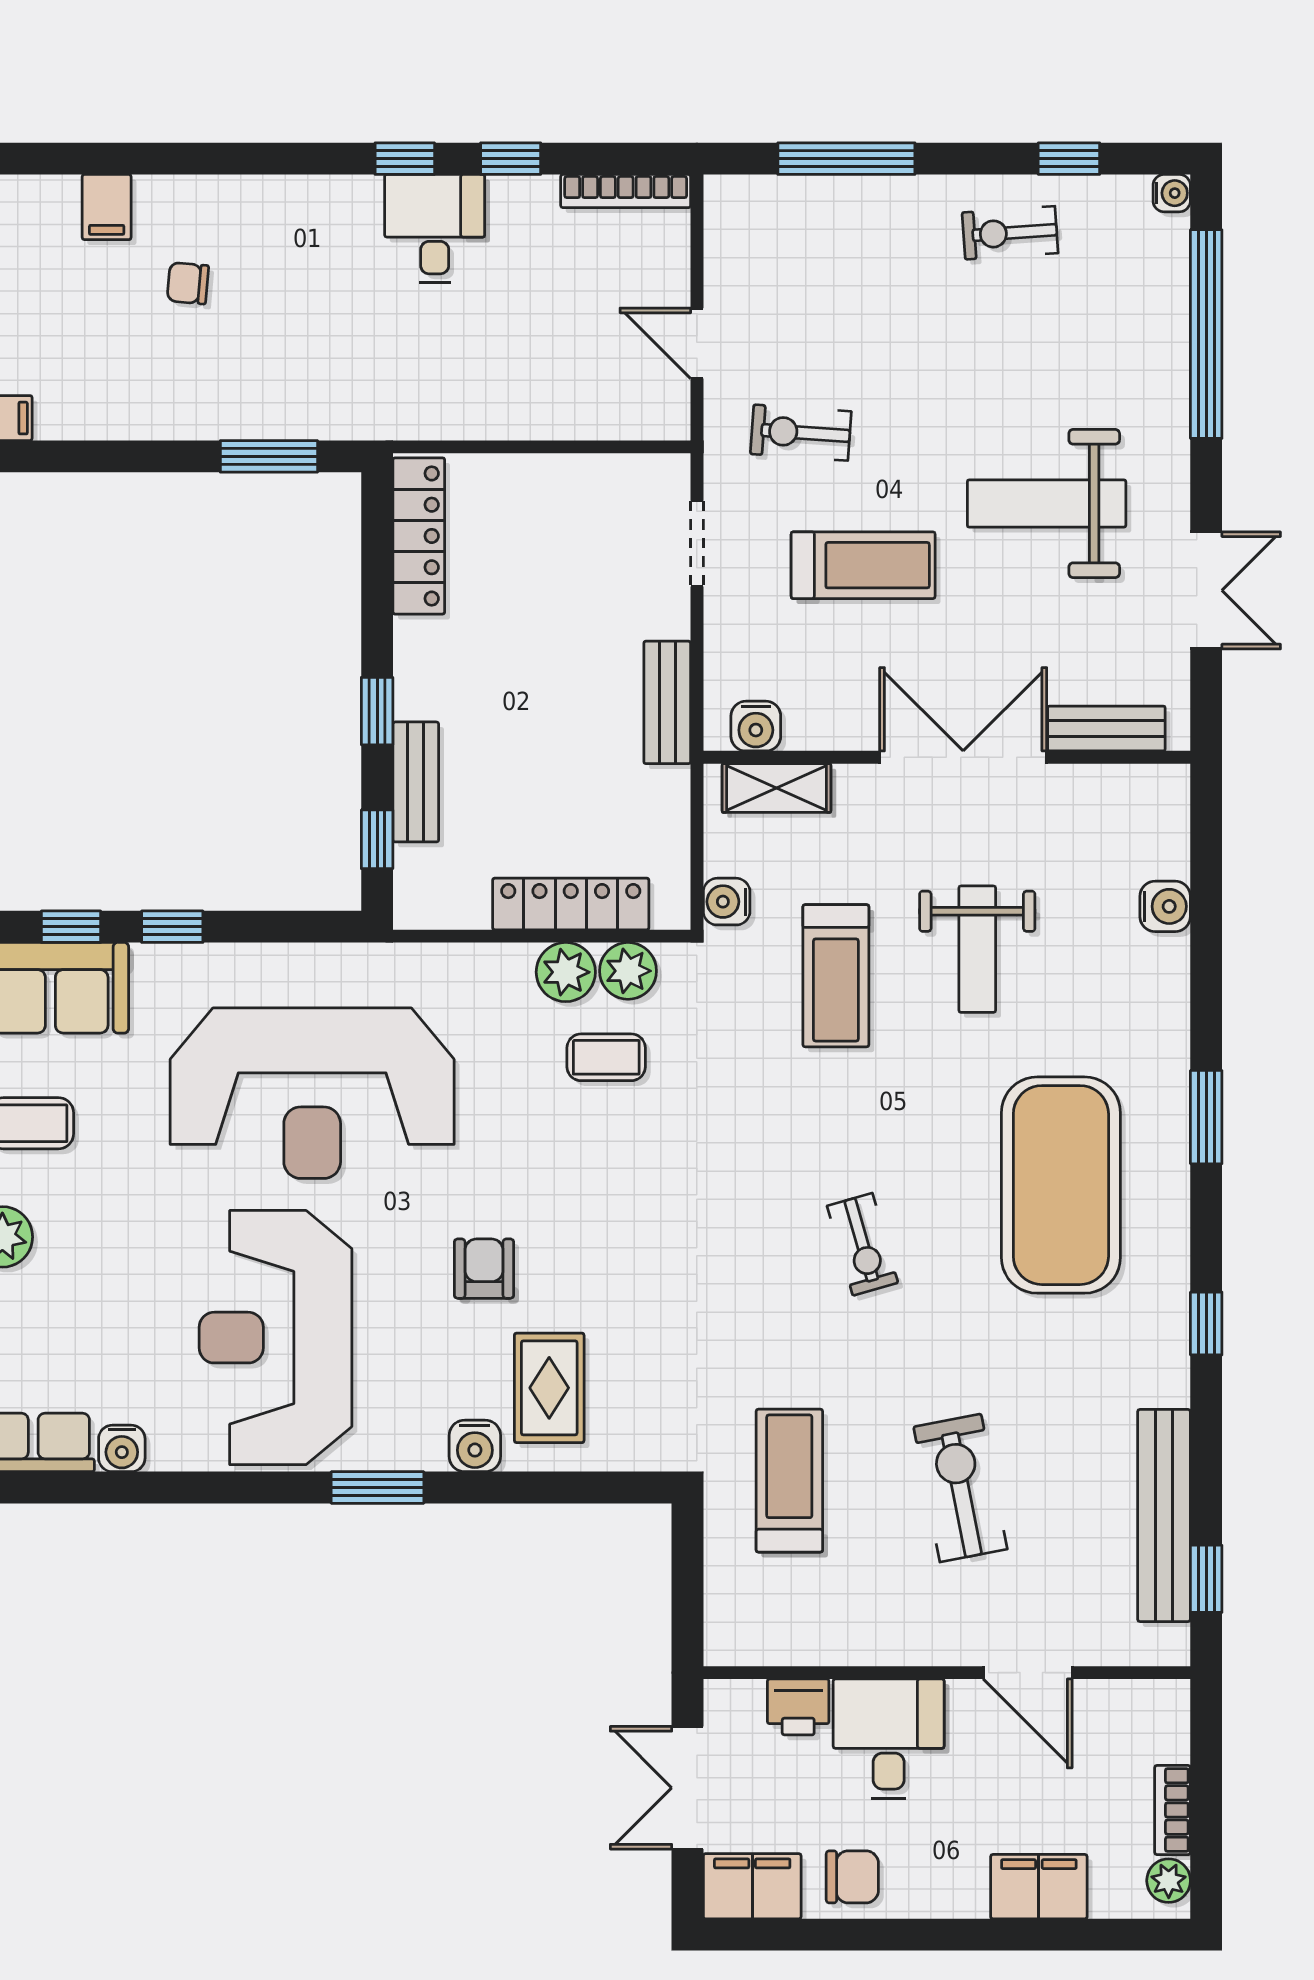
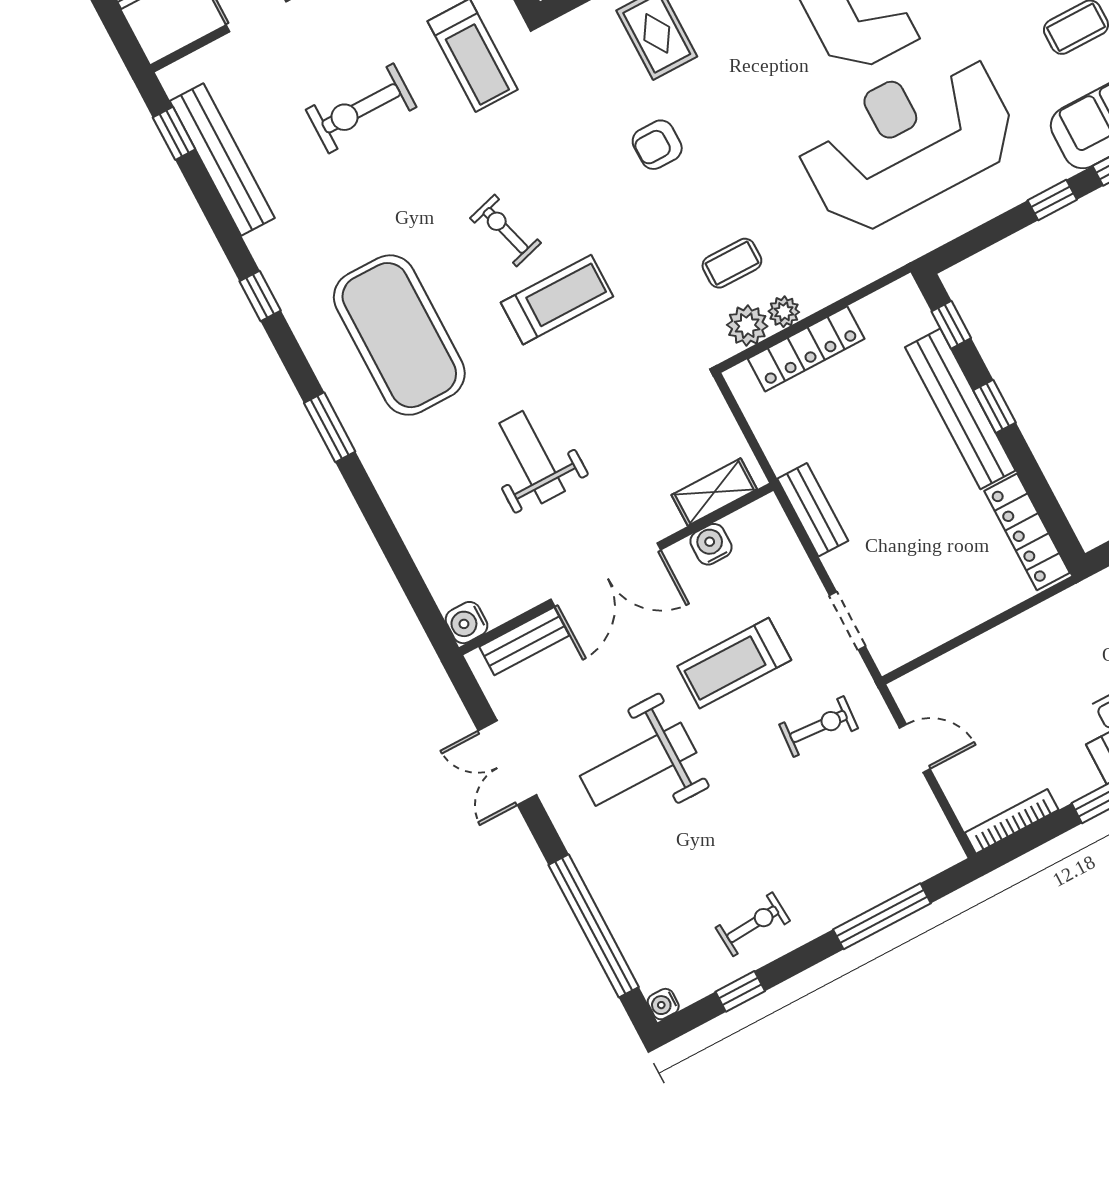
weight bench: (1047, 503) -> (638, 764), turned 180
water cooler: (756, 726) -> (711, 544), moved
bench: (416, 782) -> (960, 409), width x1.86, depth x1.21
water cooler: (727, 902) -> (708, 403), removed
water cooler: (1165, 906) -> (466, 623), moved
plant: (566, 972) -> (784, 312), width x0.73, depth x0.73
treadmill: (836, 976) -> (557, 300), moved, turned 90
armchair: (484, 1269) -> (657, 145), moved, turned 90
exercise bike: (960, 1488) -> (361, 108), turned 101

